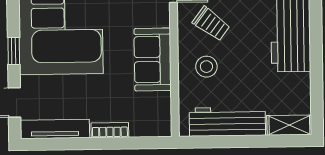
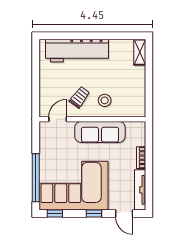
sofa: (153, 60) -> (100, 132), width x1.36
workbench: (227, 122) -> (137, 89), removed

